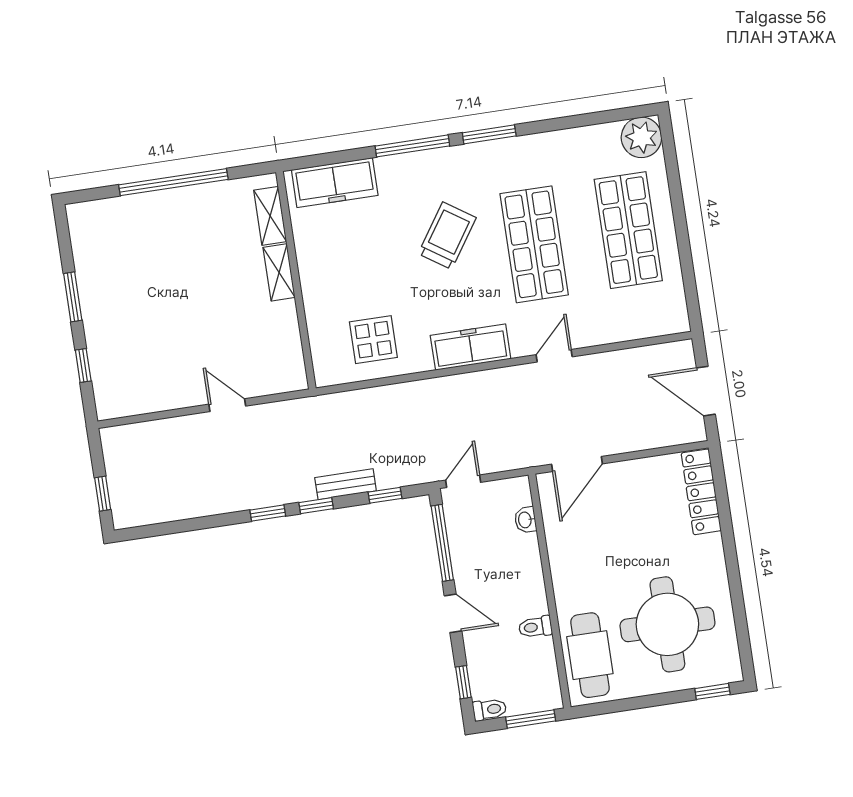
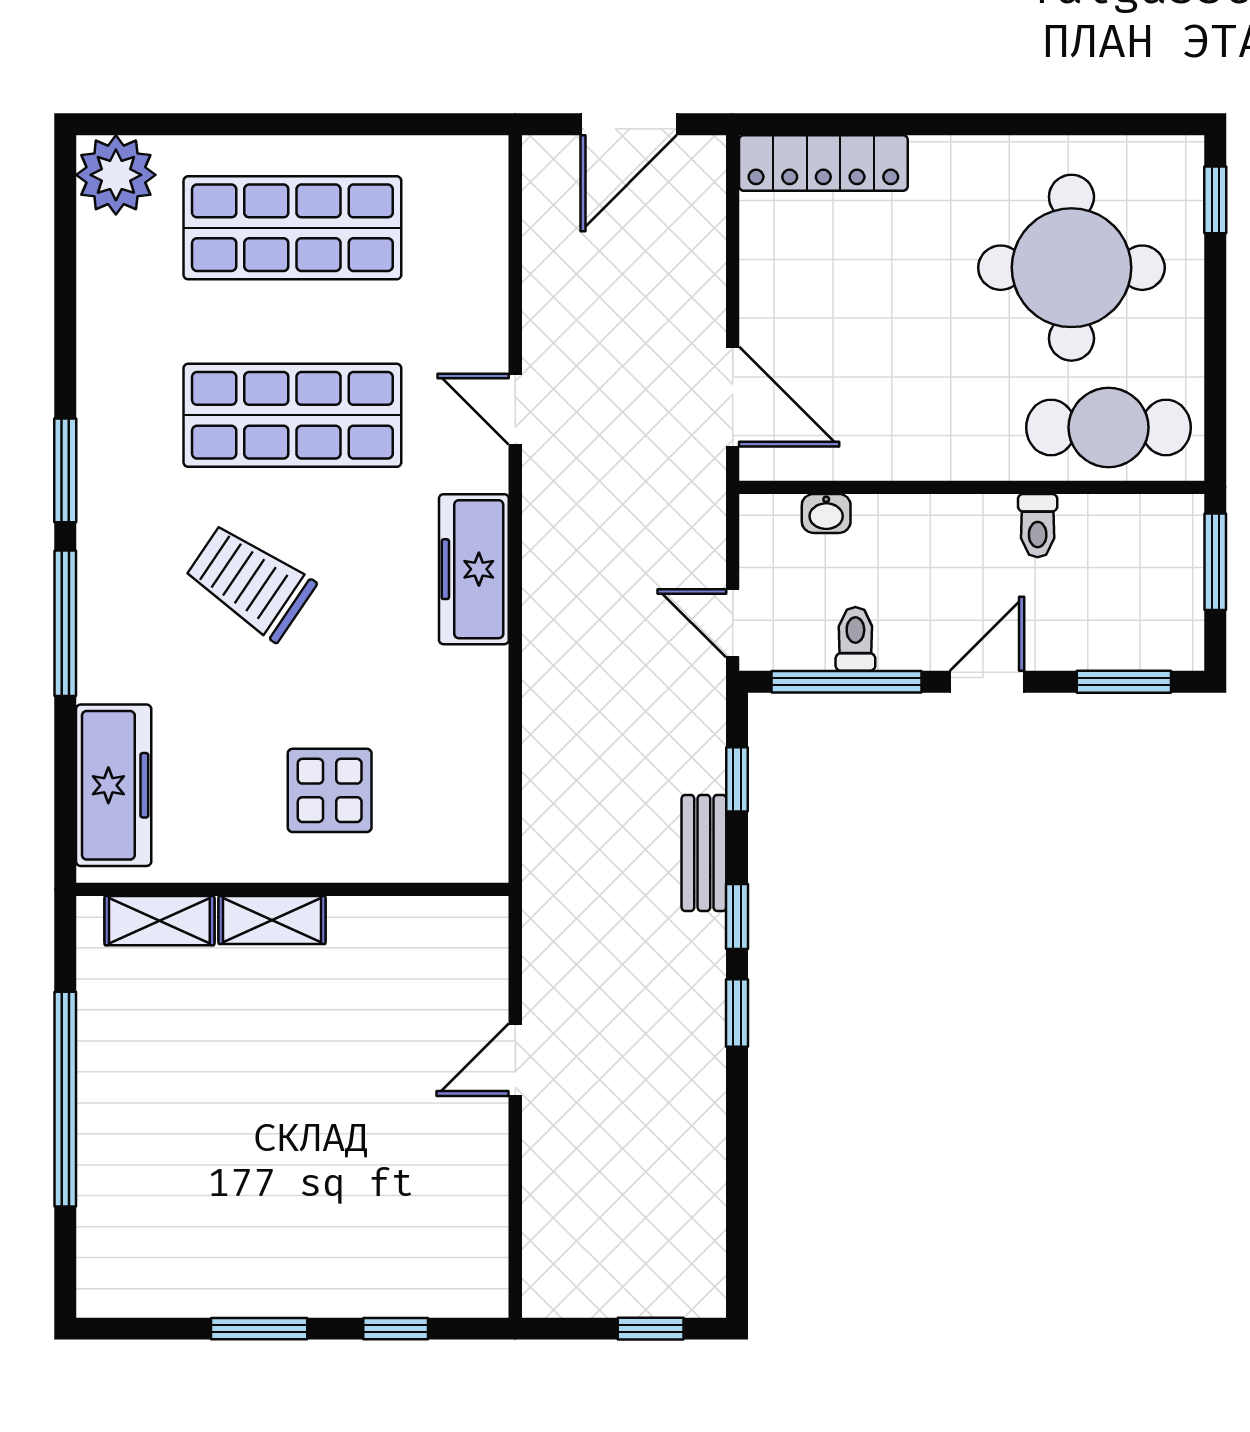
display table: (373, 340) -> (330, 790), moved
window: (463, 682) -> (1124, 682), width x1.50
toilet: (490, 710) -> (855, 639), moved

